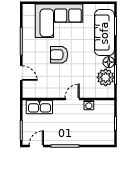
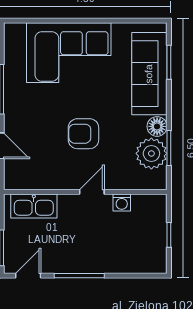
armchair: (59, 55) -> (83, 134), moved

